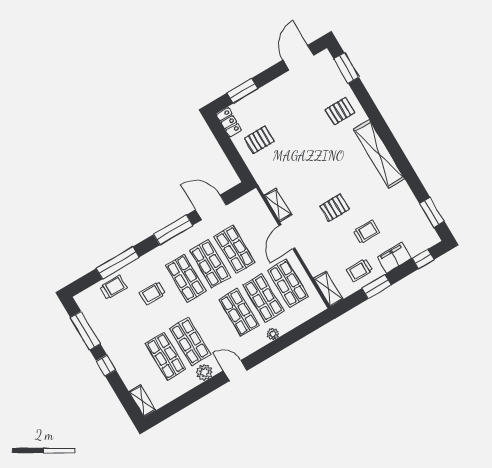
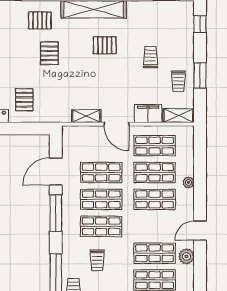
pallet: (340, 111) -> (40, 20), turned 90
pallet: (315, 138) -> (49, 53), added
pallet: (335, 208) -> (105, 45), moved, turned 90
filing cabinet: (394, 258) -> (148, 113), moved, turned 90

